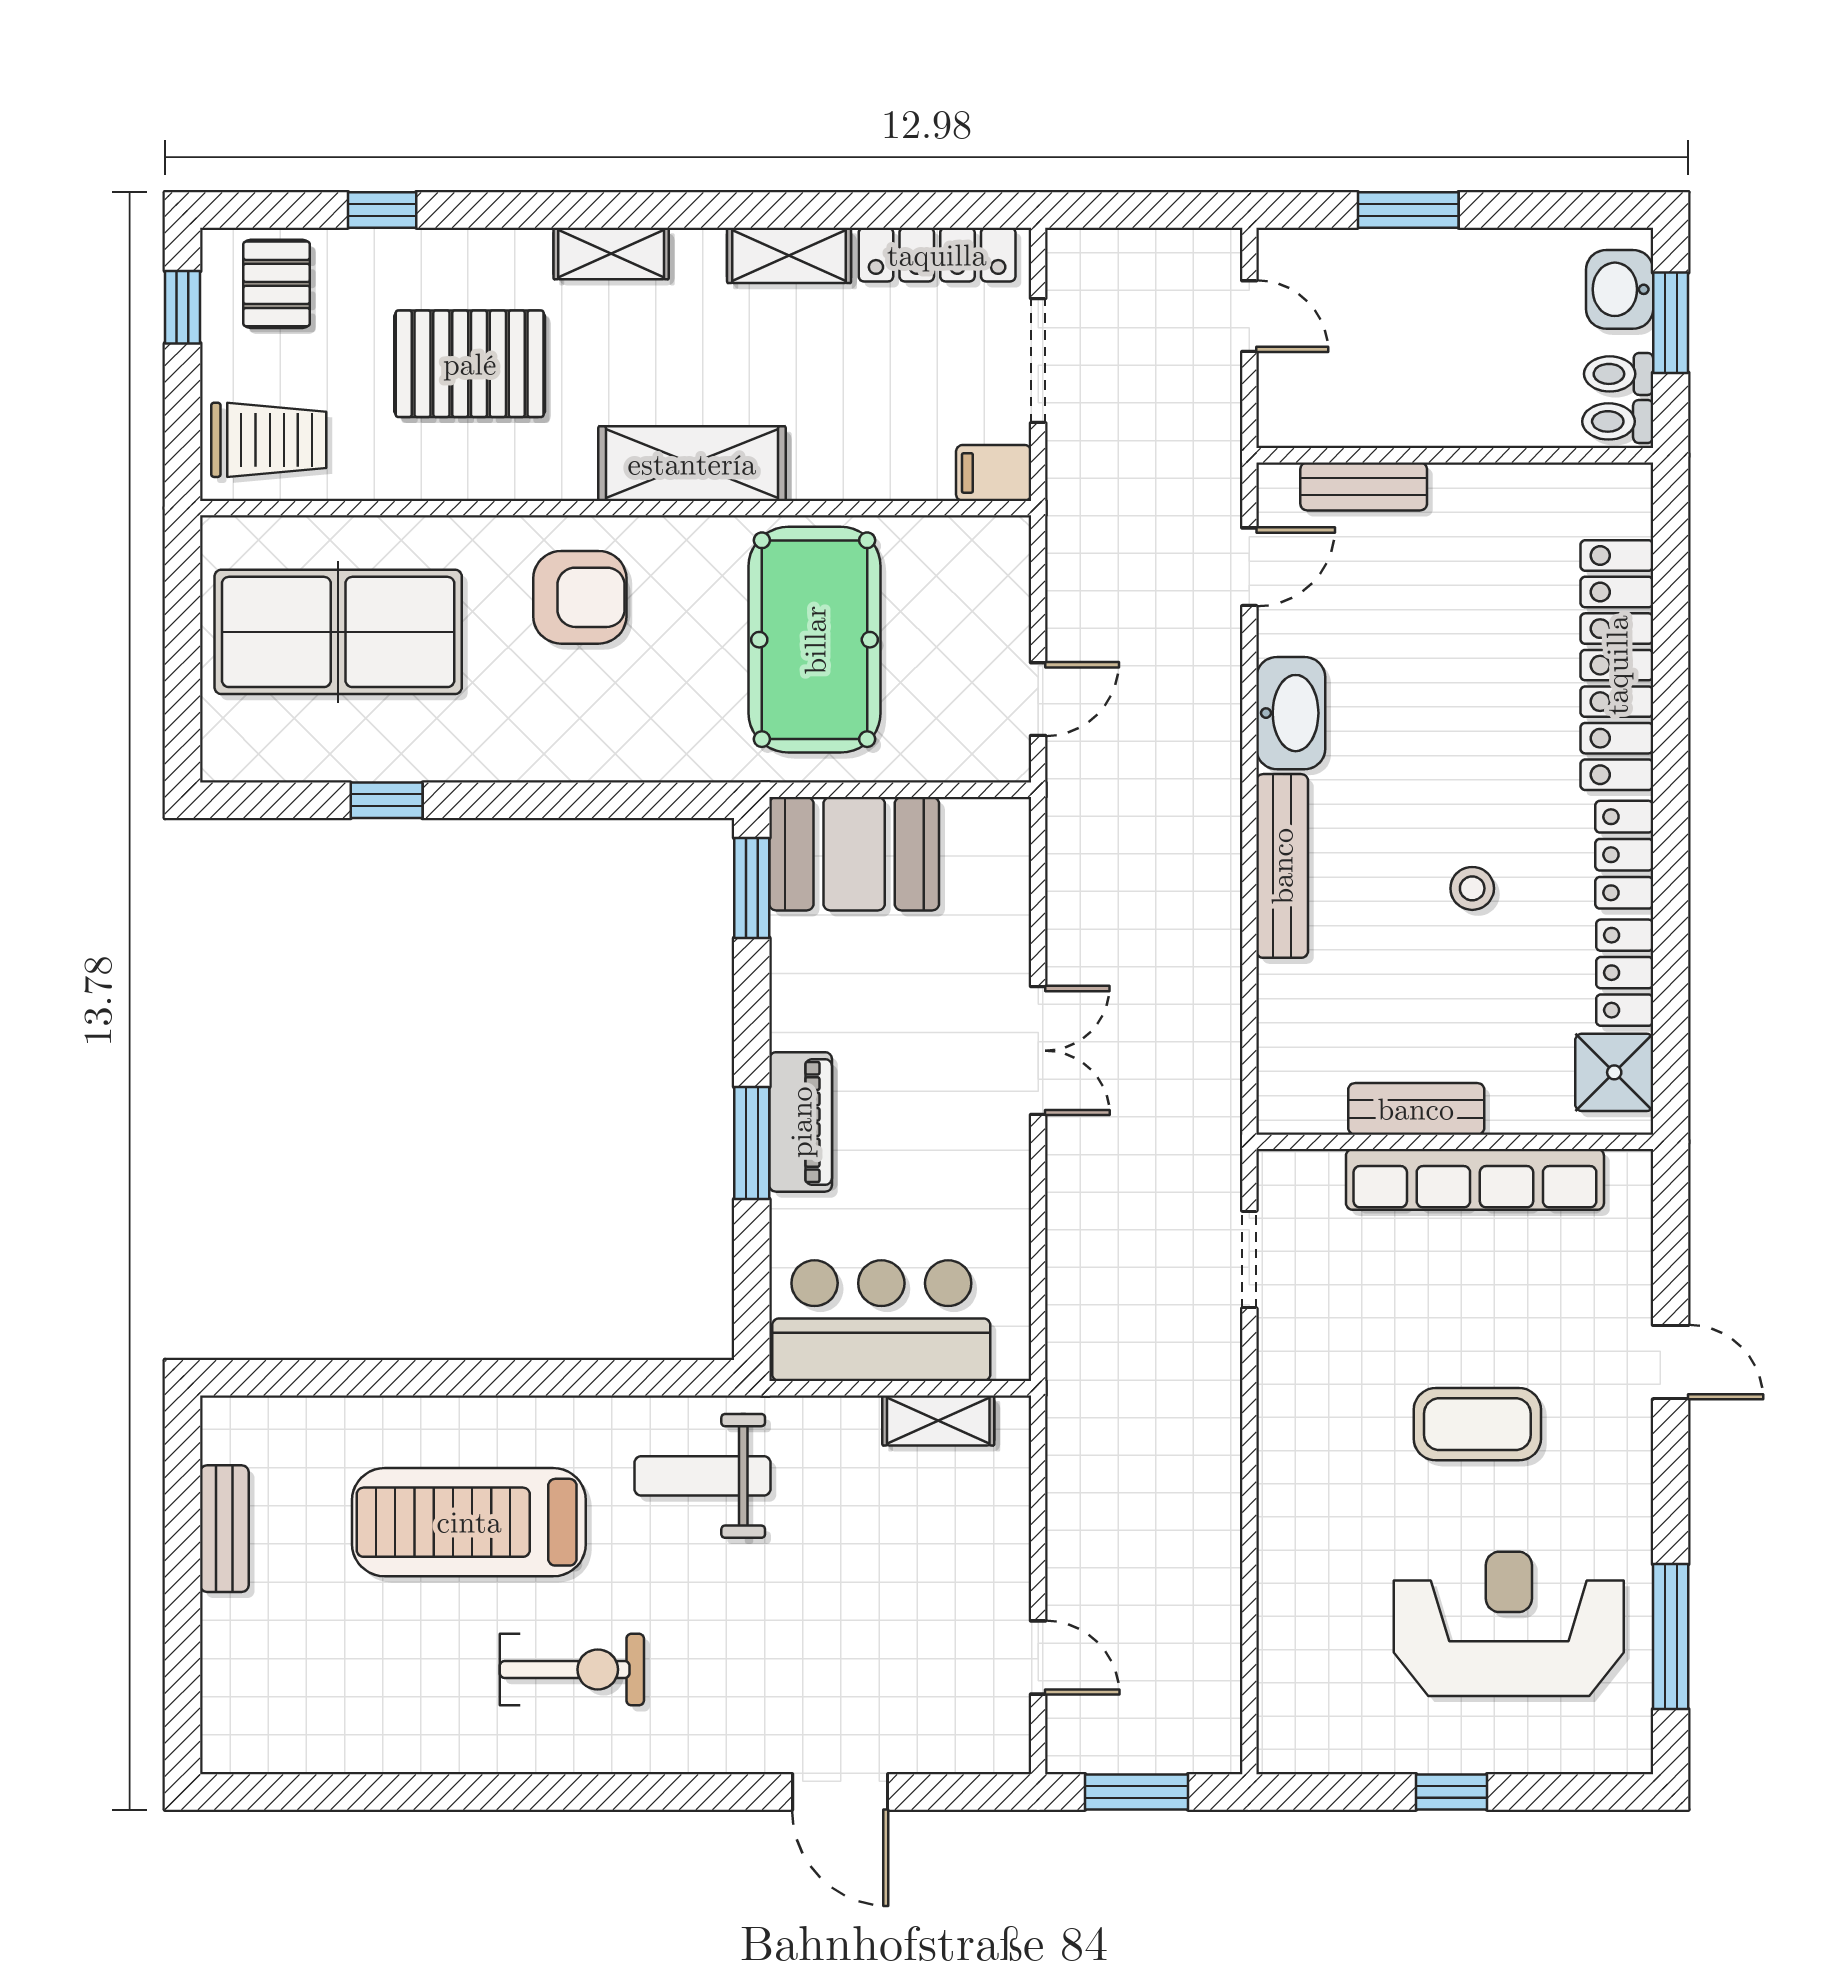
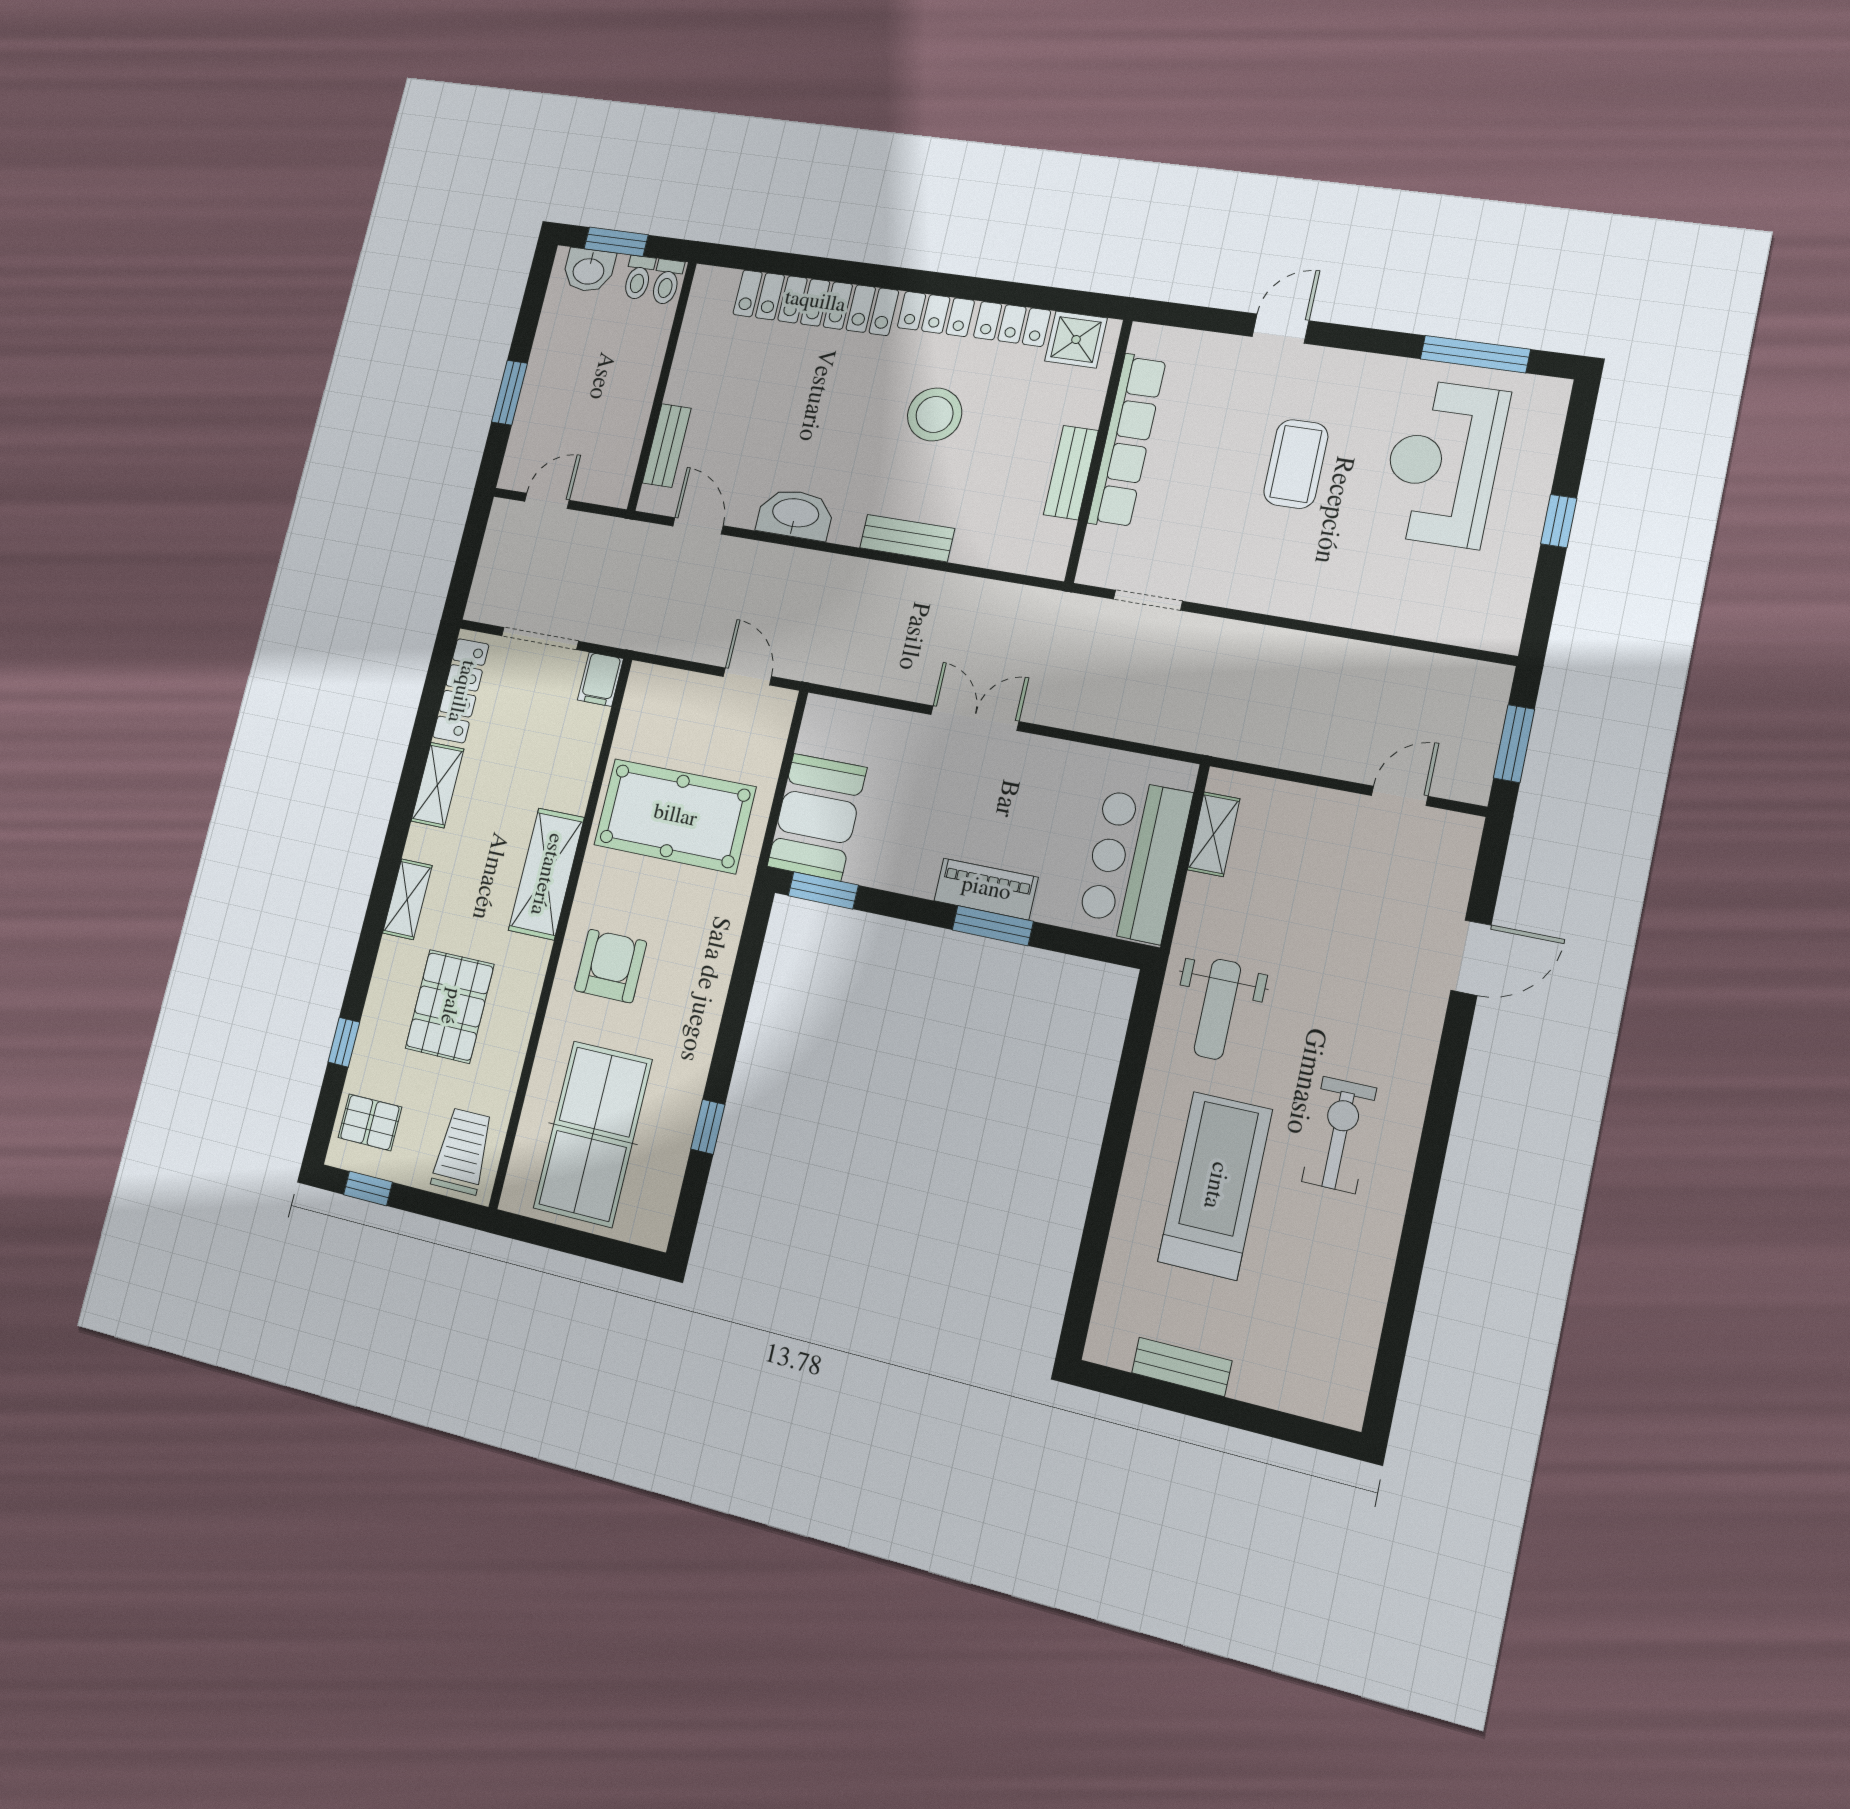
bench: (1282, 866) -> (907, 538), width x0.73
stool: (1472, 888) -> (935, 414), width x1.89, depth x1.89
treadmill: (469, 1522) -> (1215, 1185), turned 180

